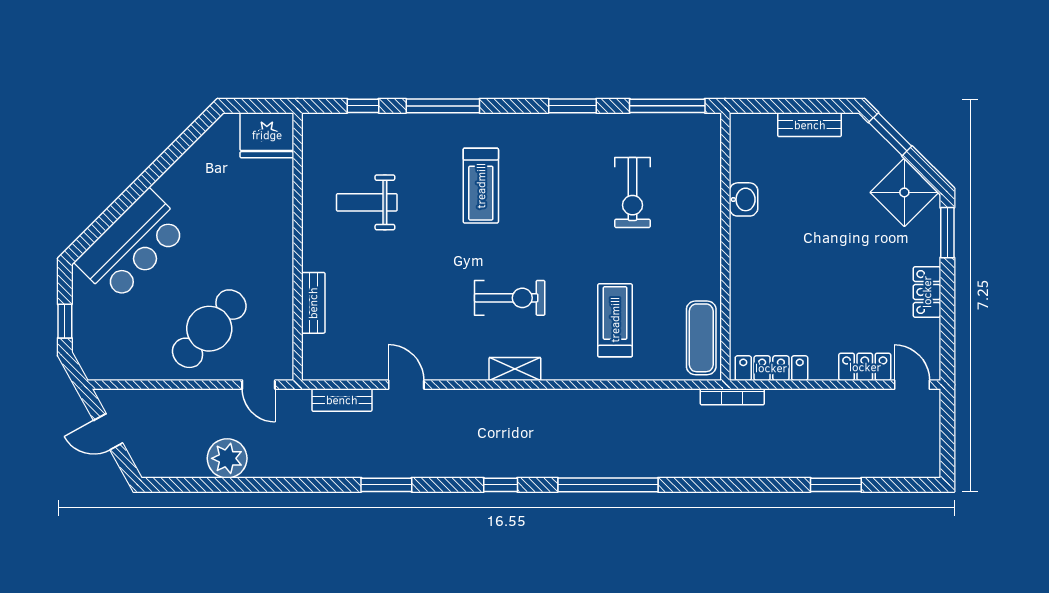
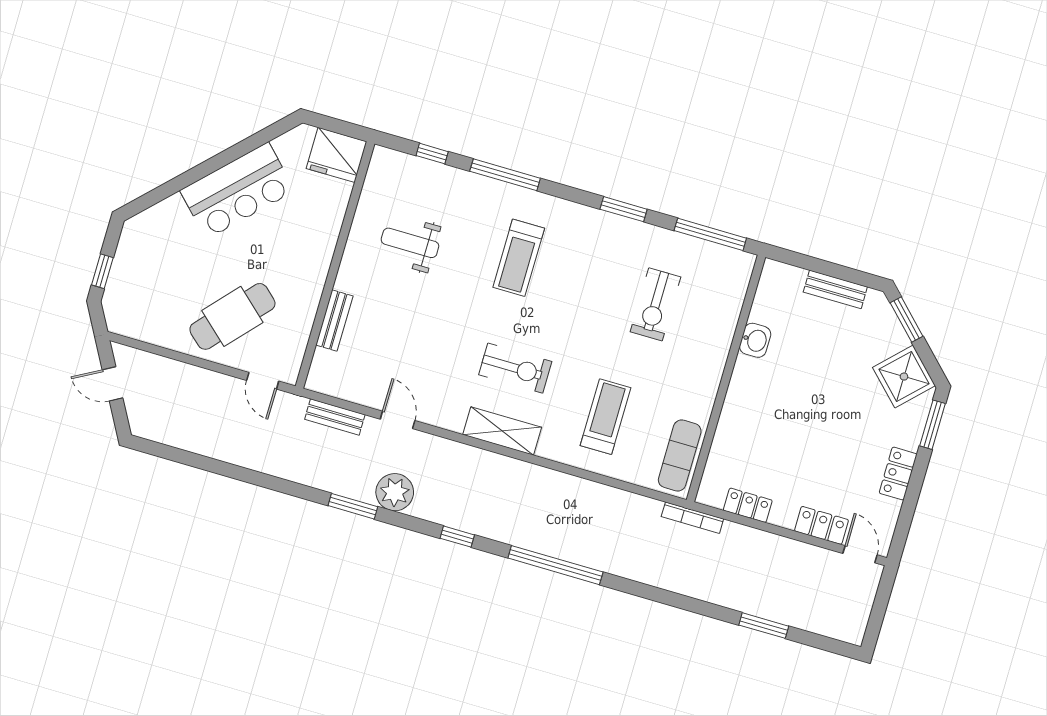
bar counter: (132, 246) -> (237, 191), moved
locker: (771, 368) -> (748, 505), width x0.66
shelving: (515, 369) -> (502, 431), width x1.50, depth x1.33
plant: (227, 458) -> (395, 492), moved

